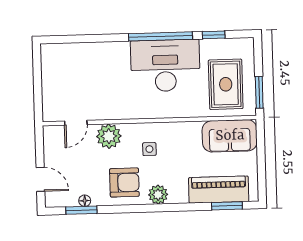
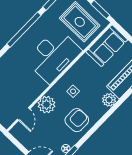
desk: (165, 66) -> (53, 56), moved, turned 180
plant: (158, 195) -> (109, 100), moved

